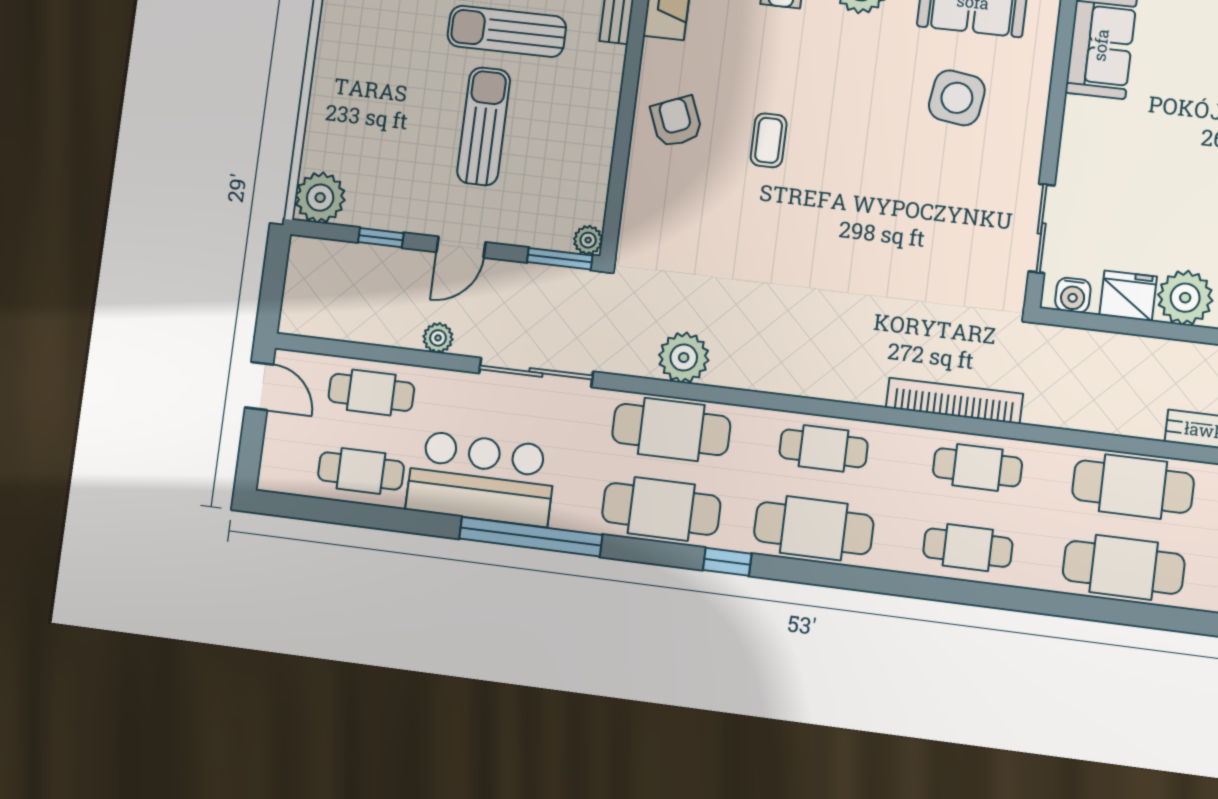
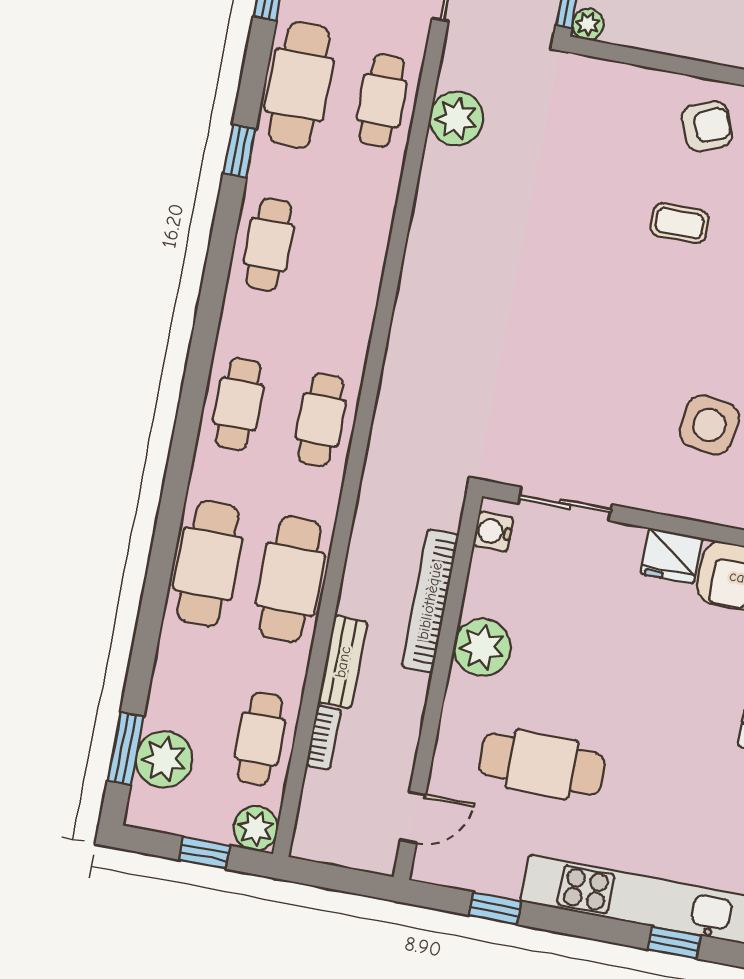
fridge: (1128, 296) -> (671, 556), moved, turned 90
bookcase: (954, 401) -> (430, 601), moved, turned 180
cafe table: (671, 430) -> (382, 101), width x0.73, depth x0.74
cafe table: (824, 448) -> (351, 260), removed
cafe table: (814, 528) -> (269, 244), width x0.73, depth x0.74

